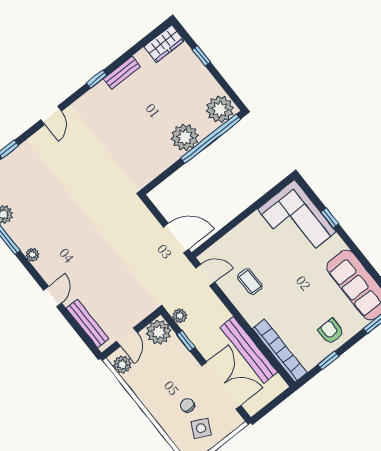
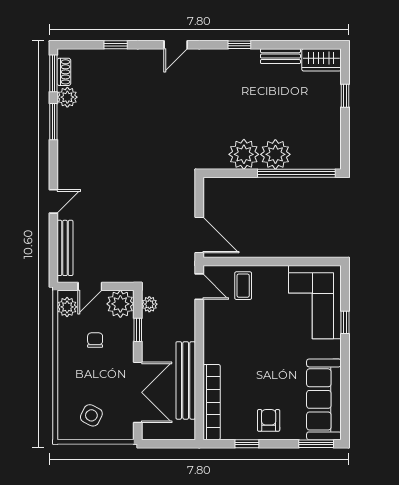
bench: (122, 73) -> (280, 56), moved
plant: (220, 109) -> (244, 154), moved
plant: (32, 255) -> (65, 152), removed
coffee table: (250, 282) -> (243, 286), moved
chair: (187, 405) -> (95, 340), moved

